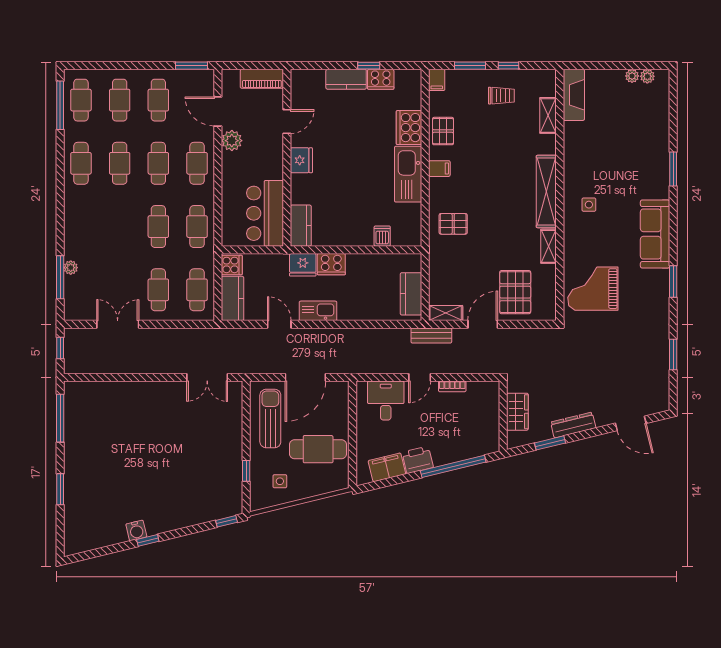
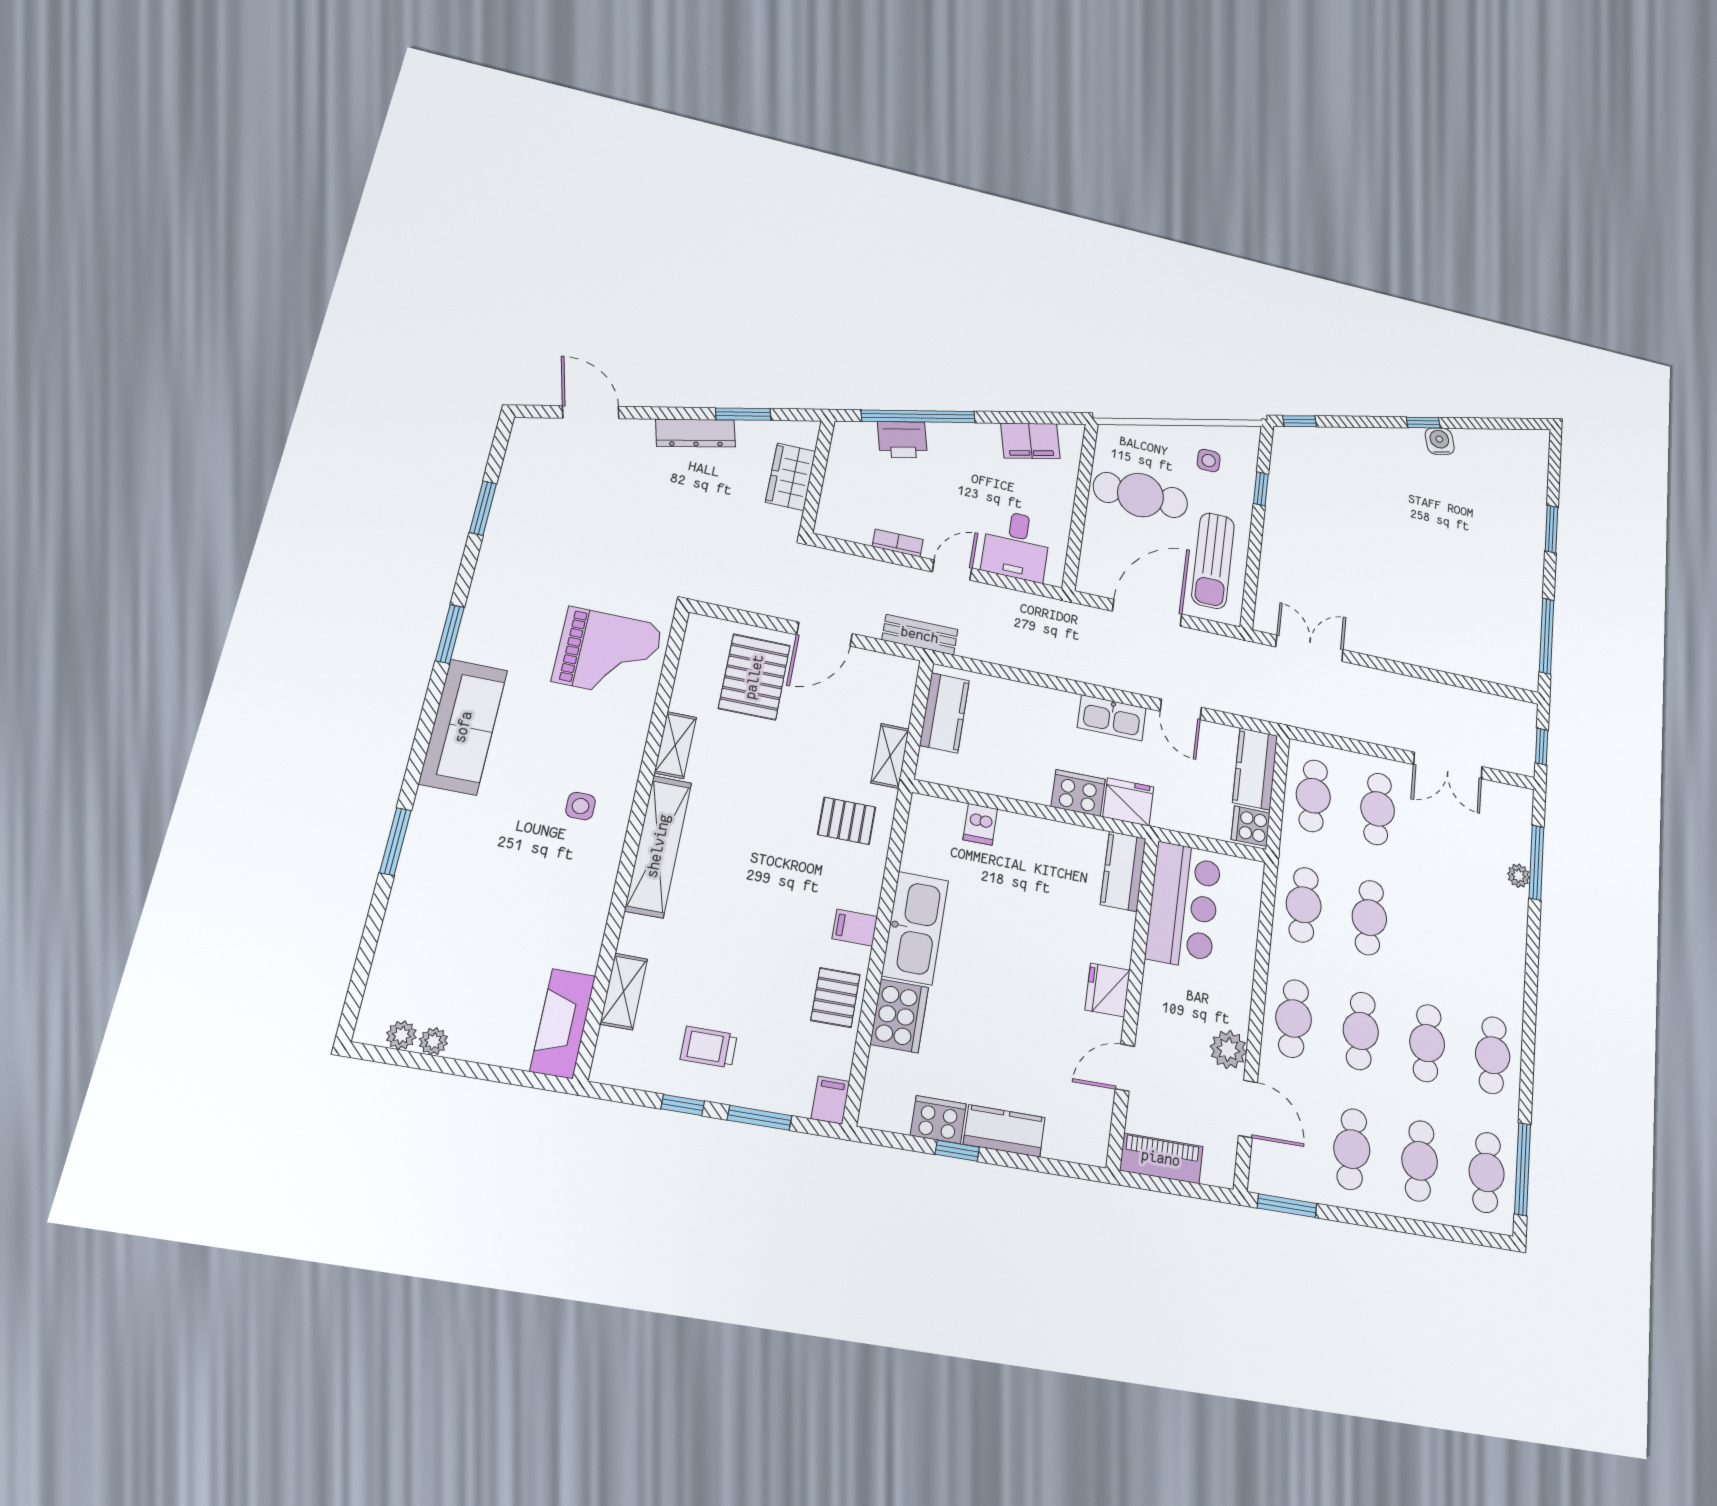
shelving: (446, 313) -> (890, 756), moved, turned 90
printer: (418, 460) -> (902, 440), moved

